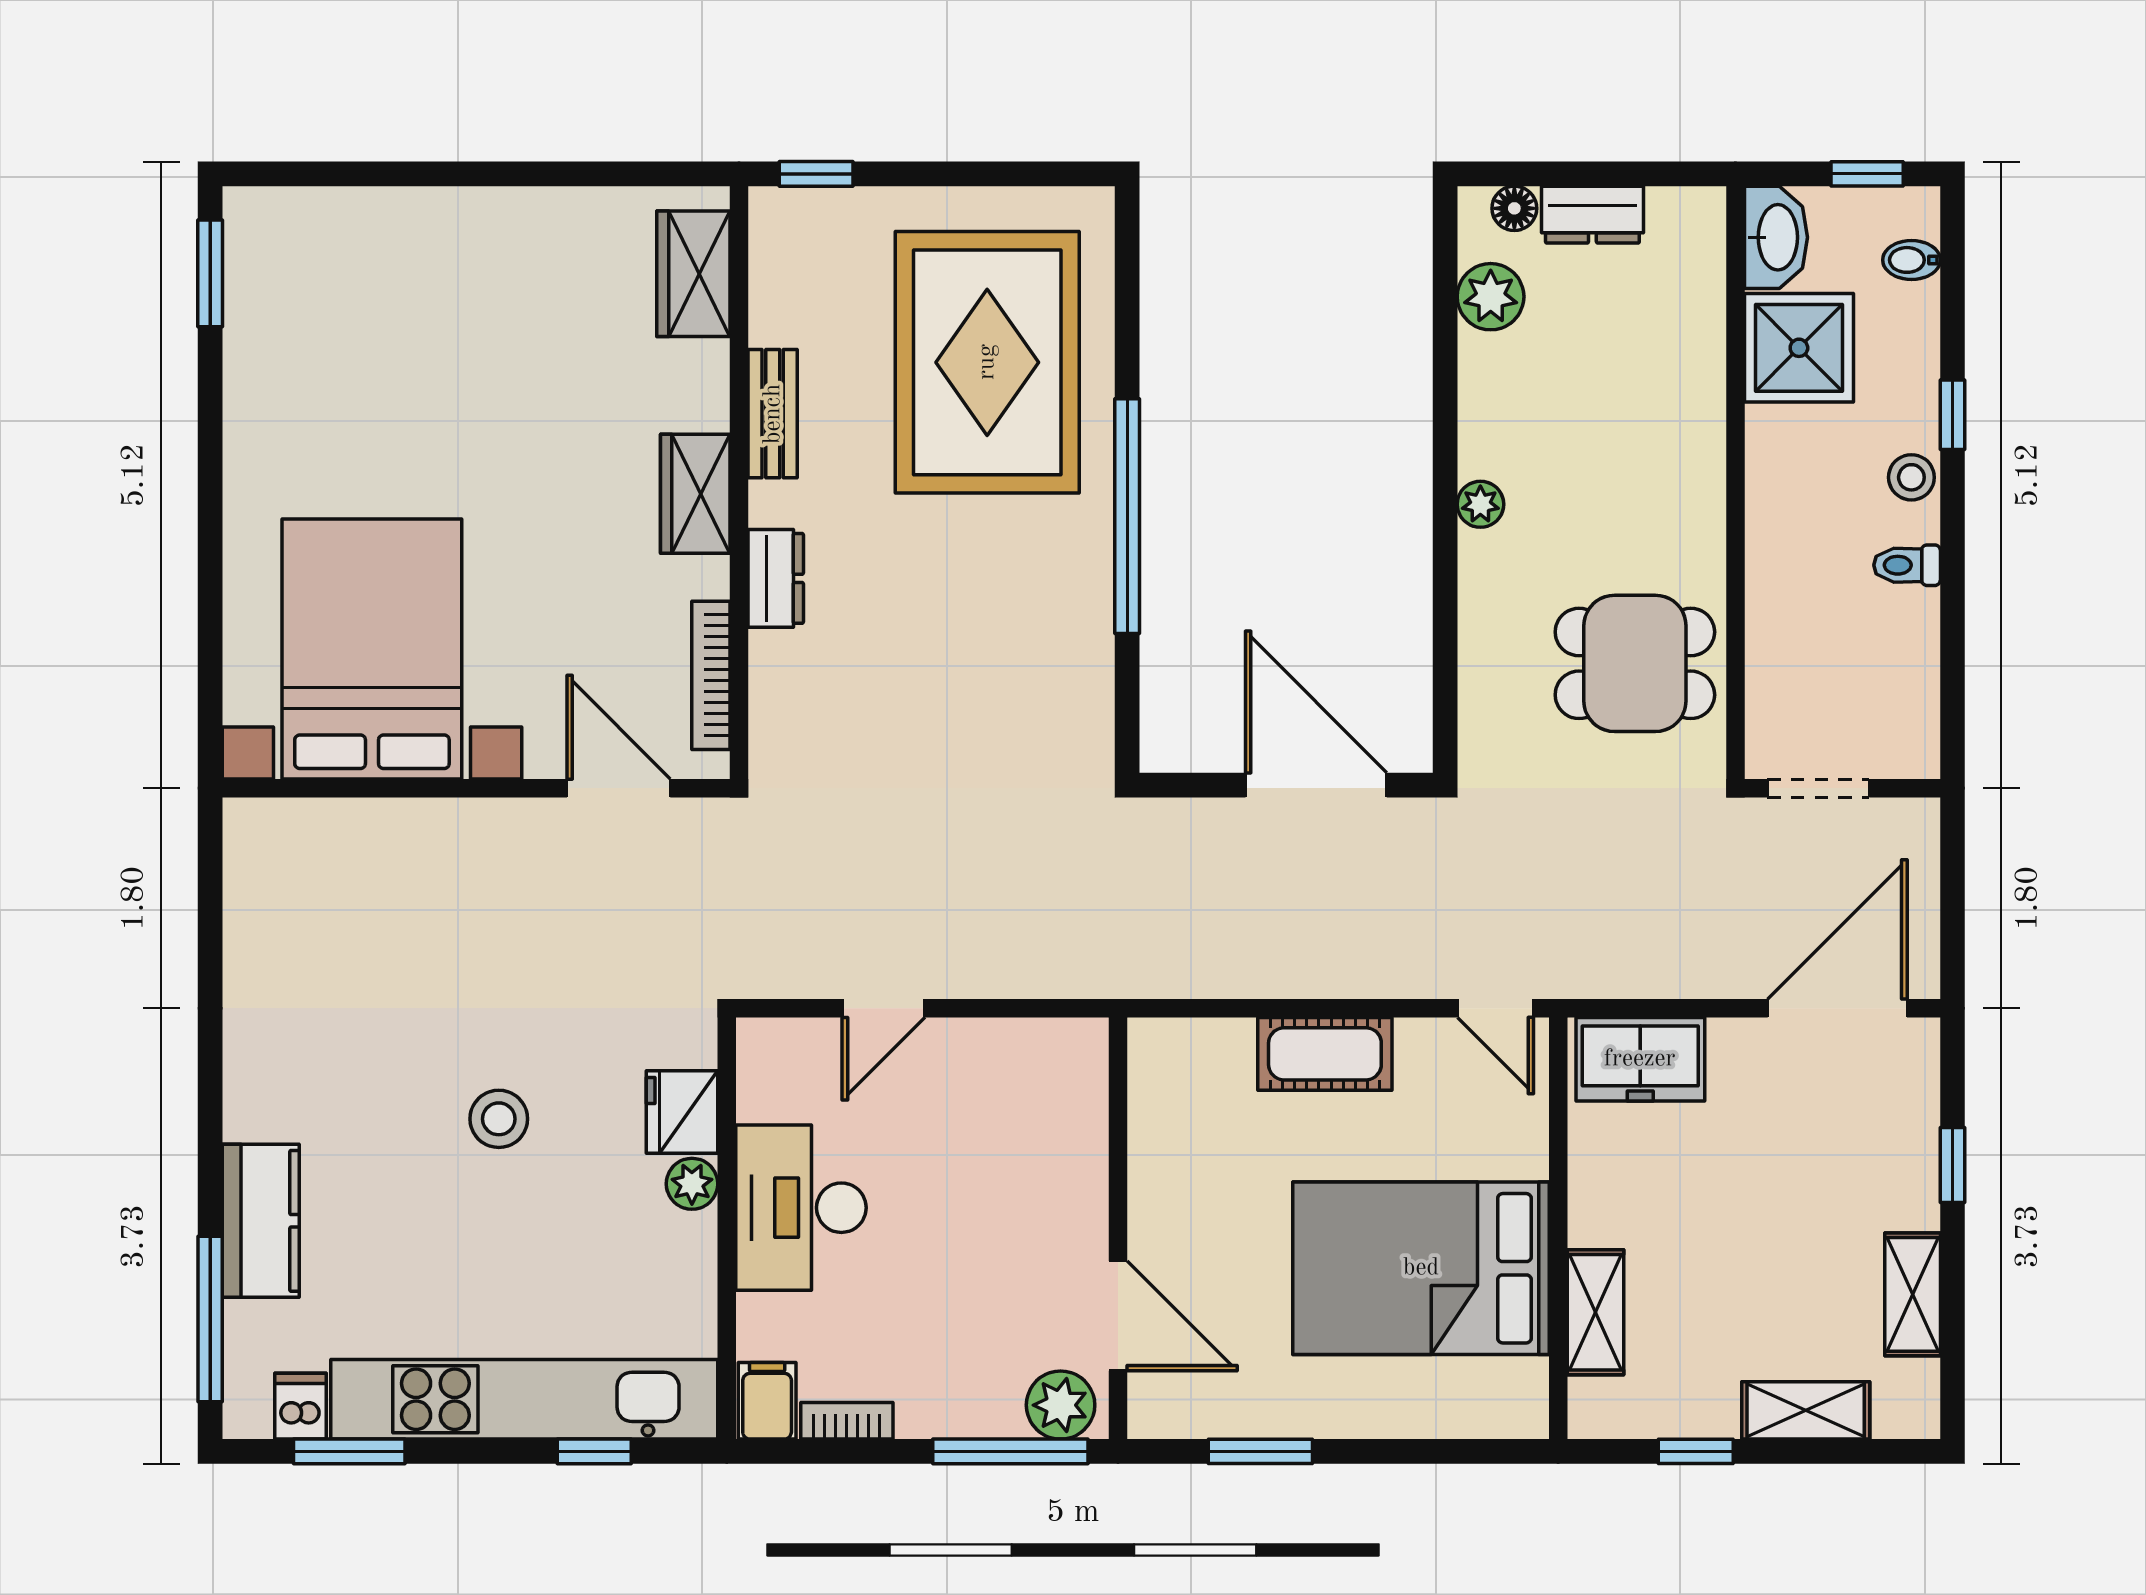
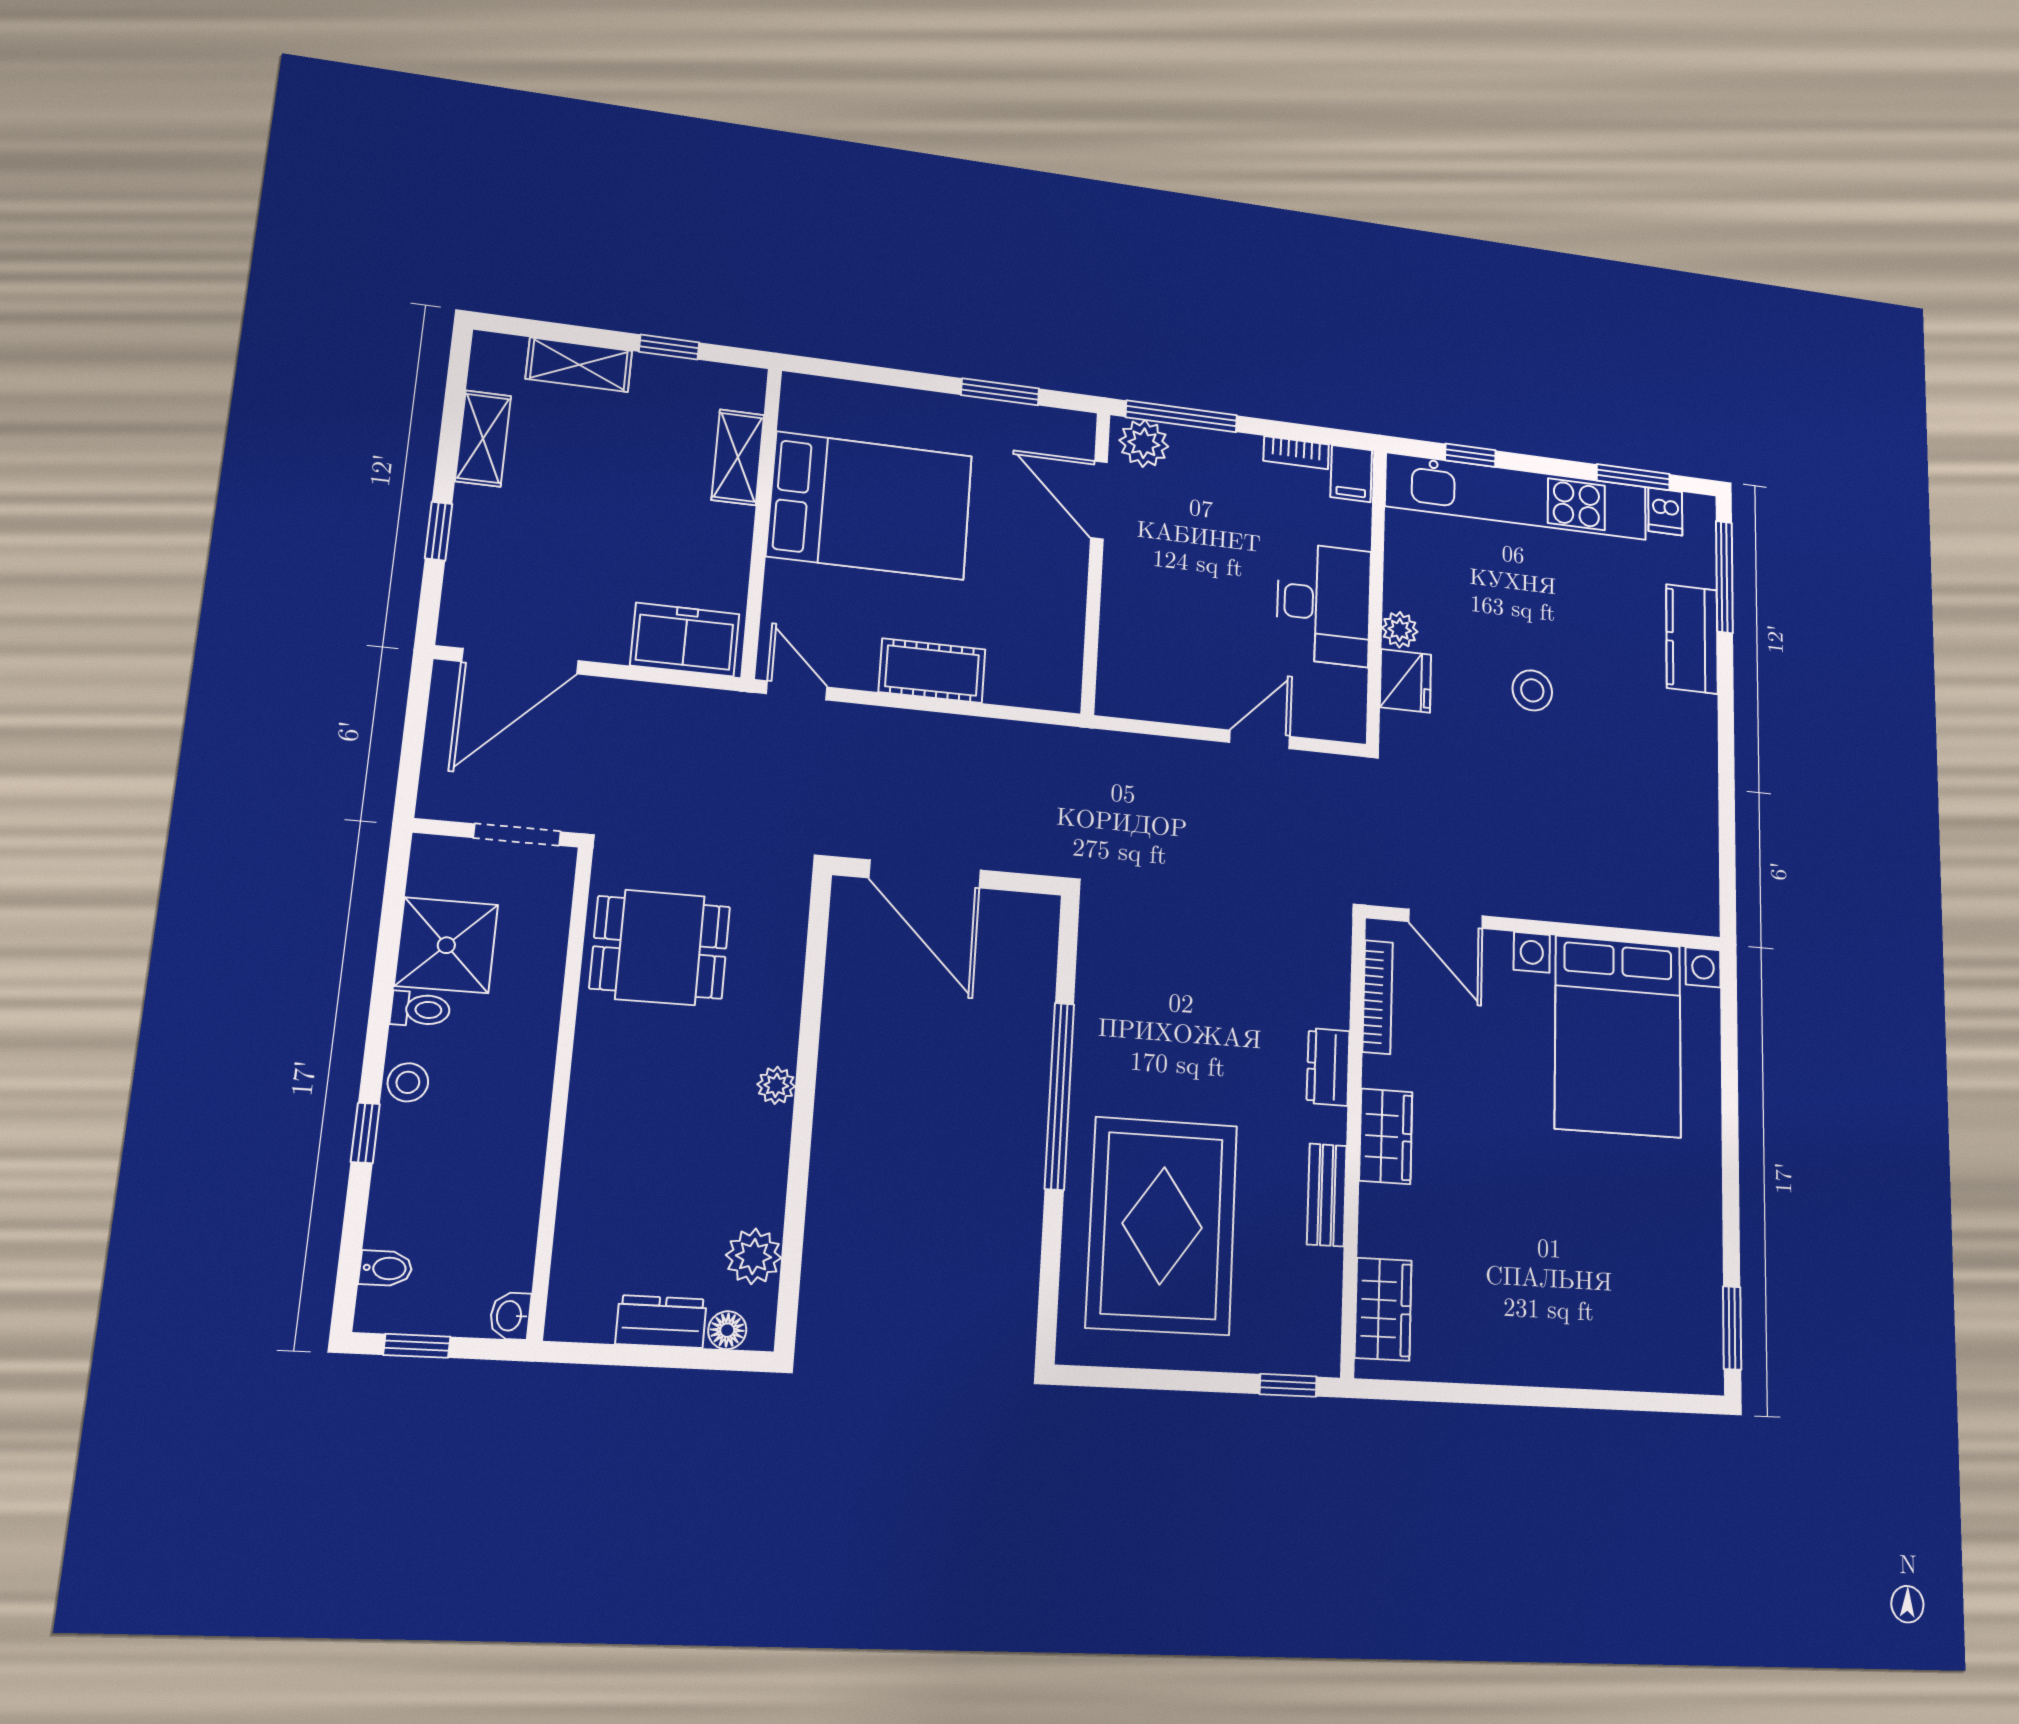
washbasin: (1776, 237) -> (510, 1316), width x0.52, depth x0.69
shower: (1799, 348) -> (446, 945), moved

